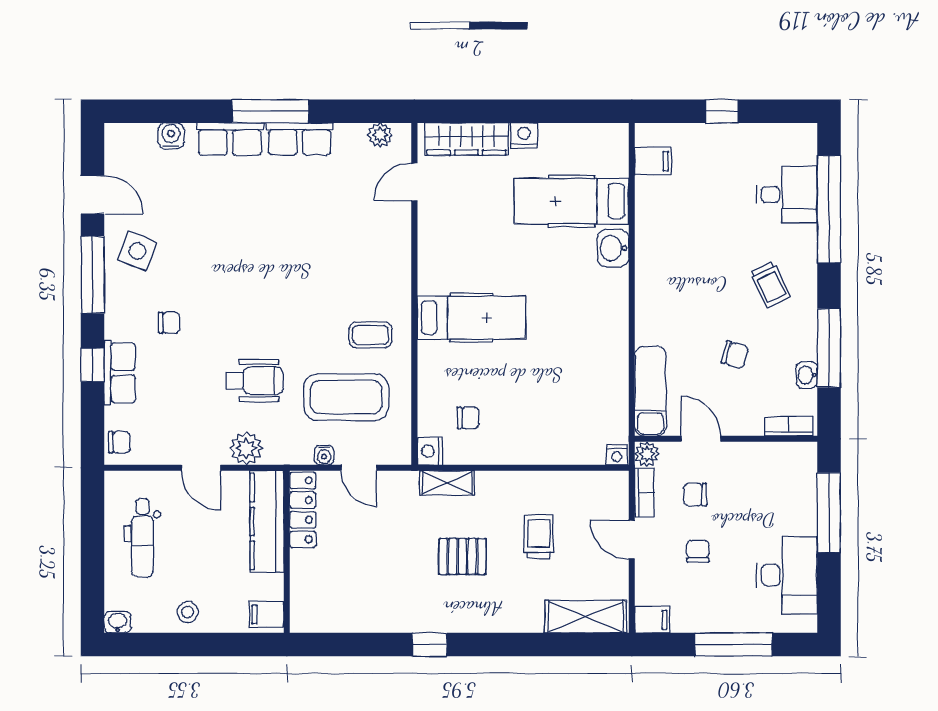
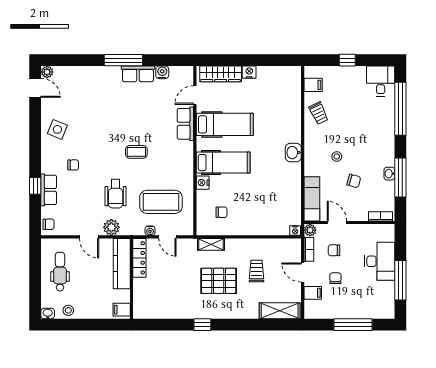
plant: (380, 135) -> (47, 72), moved
water cooler: (171, 136) -> (162, 72), moved
row of seats: (230, 139) -> (185, 124), moved, turned 90
desk: (787, 194) -> (381, 81), moved, turned -90
door: (93, 195) -> (35, 88), moved
hospital bed: (572, 201) -> (225, 124), moved, turned 180
washbasin: (613, 248) -> (293, 153), moved
window: (93, 275) -> (35, 141), removed
trolley: (770, 284) -> (319, 113), moved
stool: (701, 305) -> (337, 156), added
coffee table: (371, 335) -> (136, 152), moved
washbasin: (807, 375) -> (389, 174), moved
wheelchair: (255, 381) -> (116, 194), turned 90
nightstand: (430, 451) -> (203, 183), moved
window: (829, 513) -> (400, 280), moved
dental chair: (142, 538) -> (60, 272), turned 180
pallet: (462, 556) -> (219, 281), width x1.50, depth x1.42
desk: (787, 575) -> (380, 261), moved
stool: (188, 612) -> (68, 310), moved
filing cabinet: (652, 620) -> (313, 293), moved

